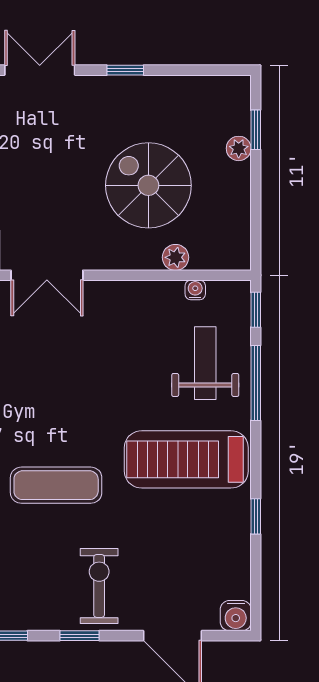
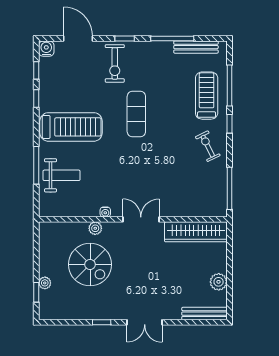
plant: (175, 257) -> (95, 228), moved
water cooler: (195, 290) -> (105, 212), moved
window: (256, 310) -> (36, 70), moved
weight bench: (205, 363) -> (62, 175), turned -90
exercise mat: (56, 485) -> (136, 114), turned 90

